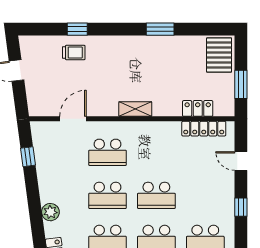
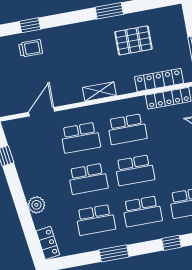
pallet: (219, 55) -> (133, 40), moved, turned 90
locker: (198, 108) -> (159, 80), width x1.53
school desk: (156, 152) -> (127, 129), added

